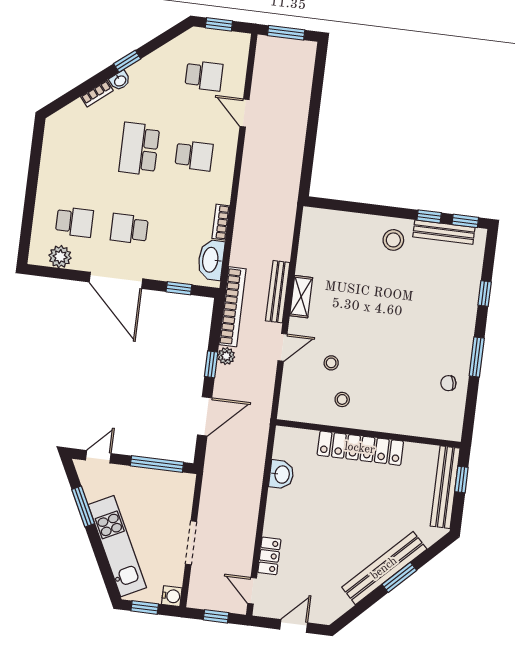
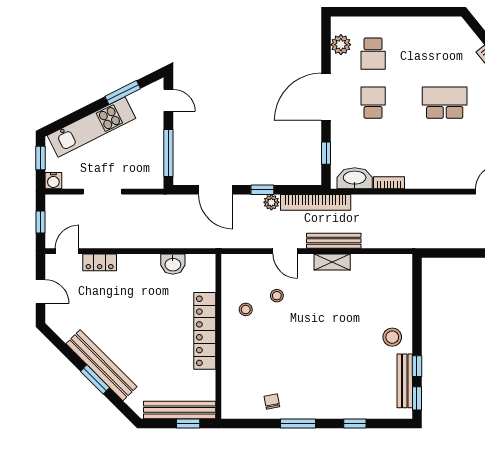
school desk: (194, 156) -> (445, 152), removed

